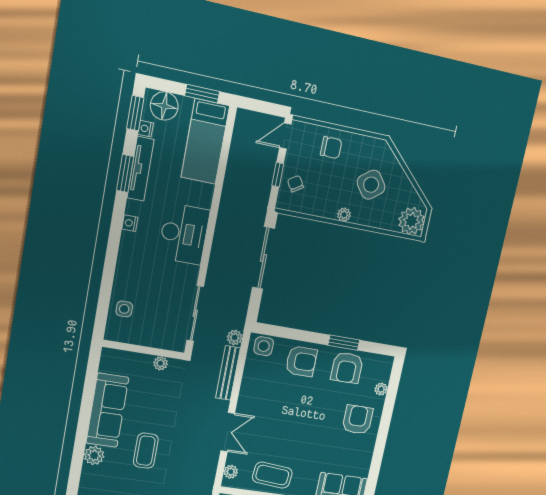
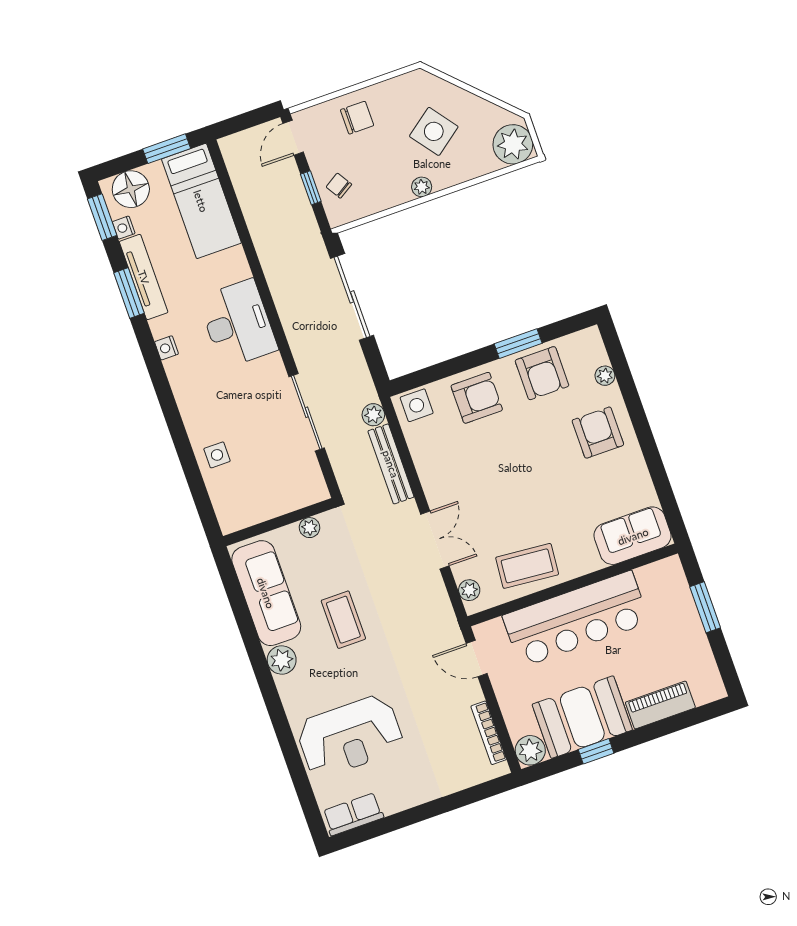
wall: (143, 350) -> (279, 522), moved
plant: (161, 363) -> (310, 528), moved

